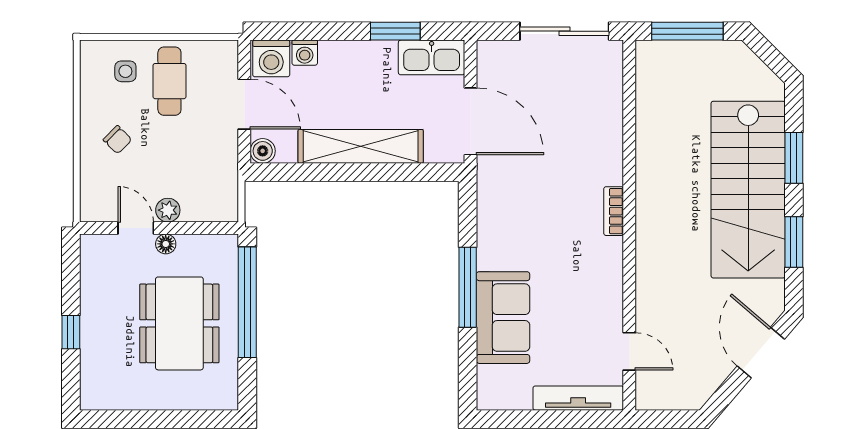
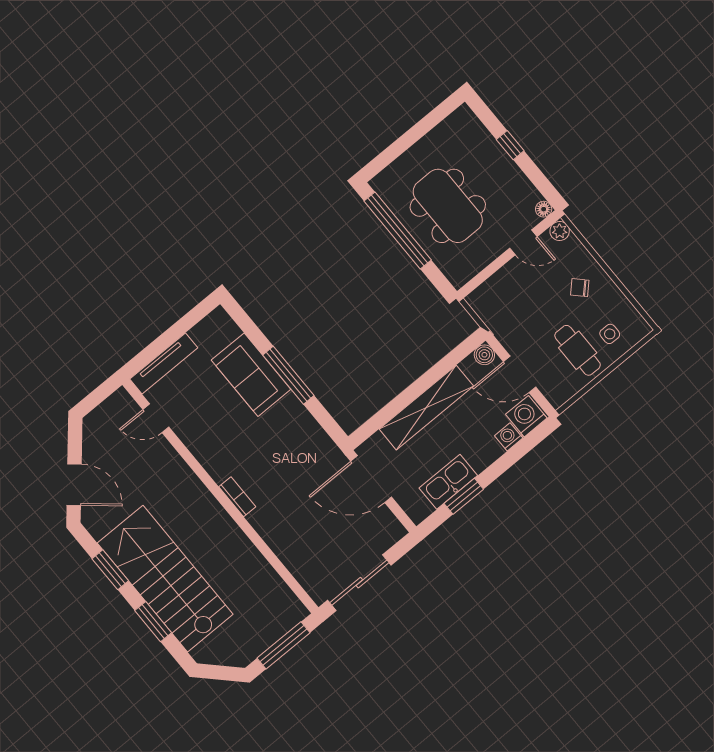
kitchen sink: (432, 57) -> (448, 482), moved
plant: (168, 210) -> (560, 231), moved
floor lamp: (166, 244) -> (544, 209), moved
window: (247, 302) -> (398, 231), moved

